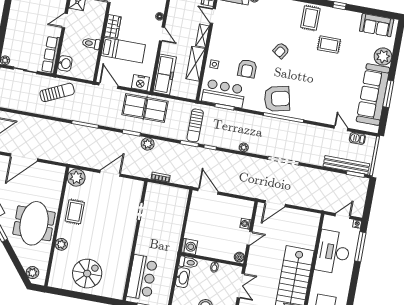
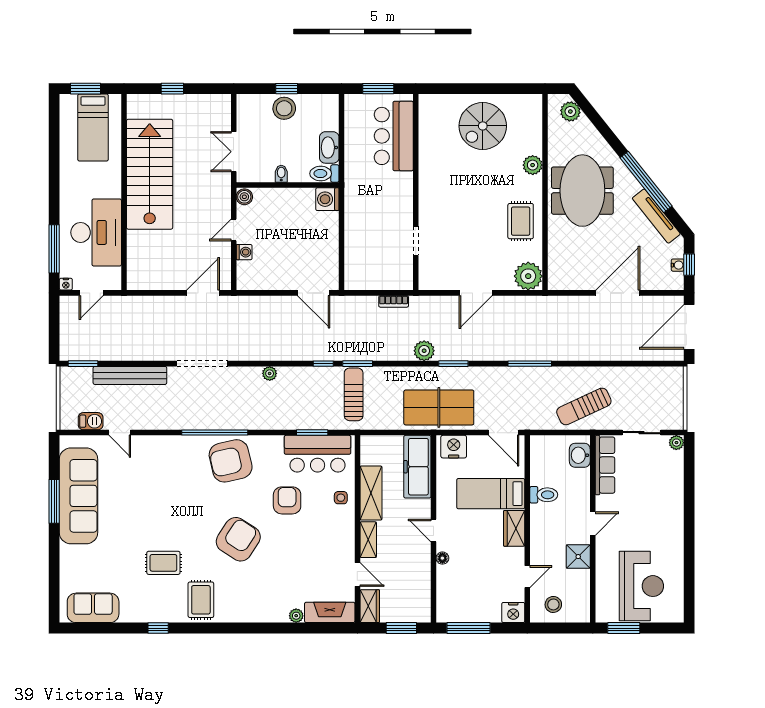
armchair: (281, 50) -> (238, 539), width x1.88, depth x1.88
plant: (383, 57) -> (74, 560), removed
bench: (346, 165) -> (130, 375), moved

